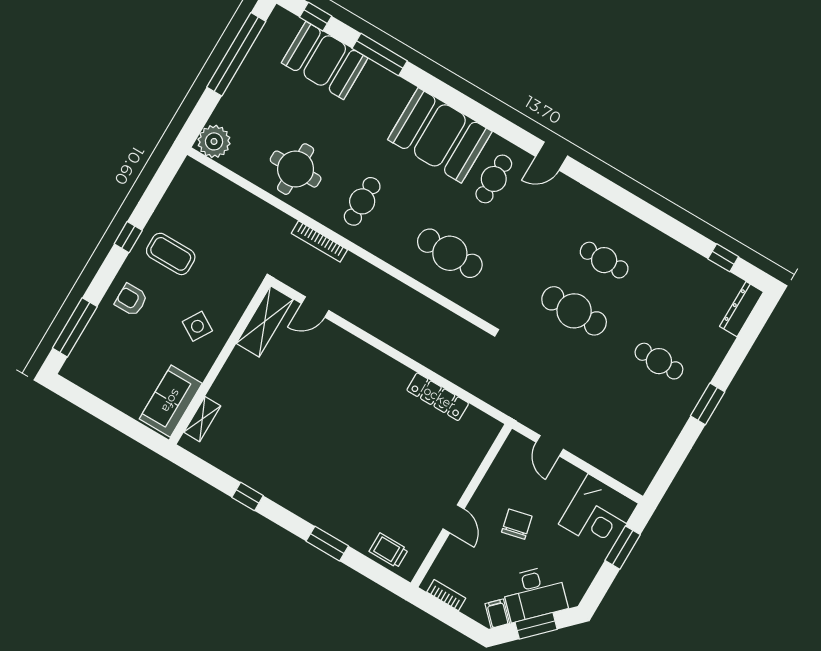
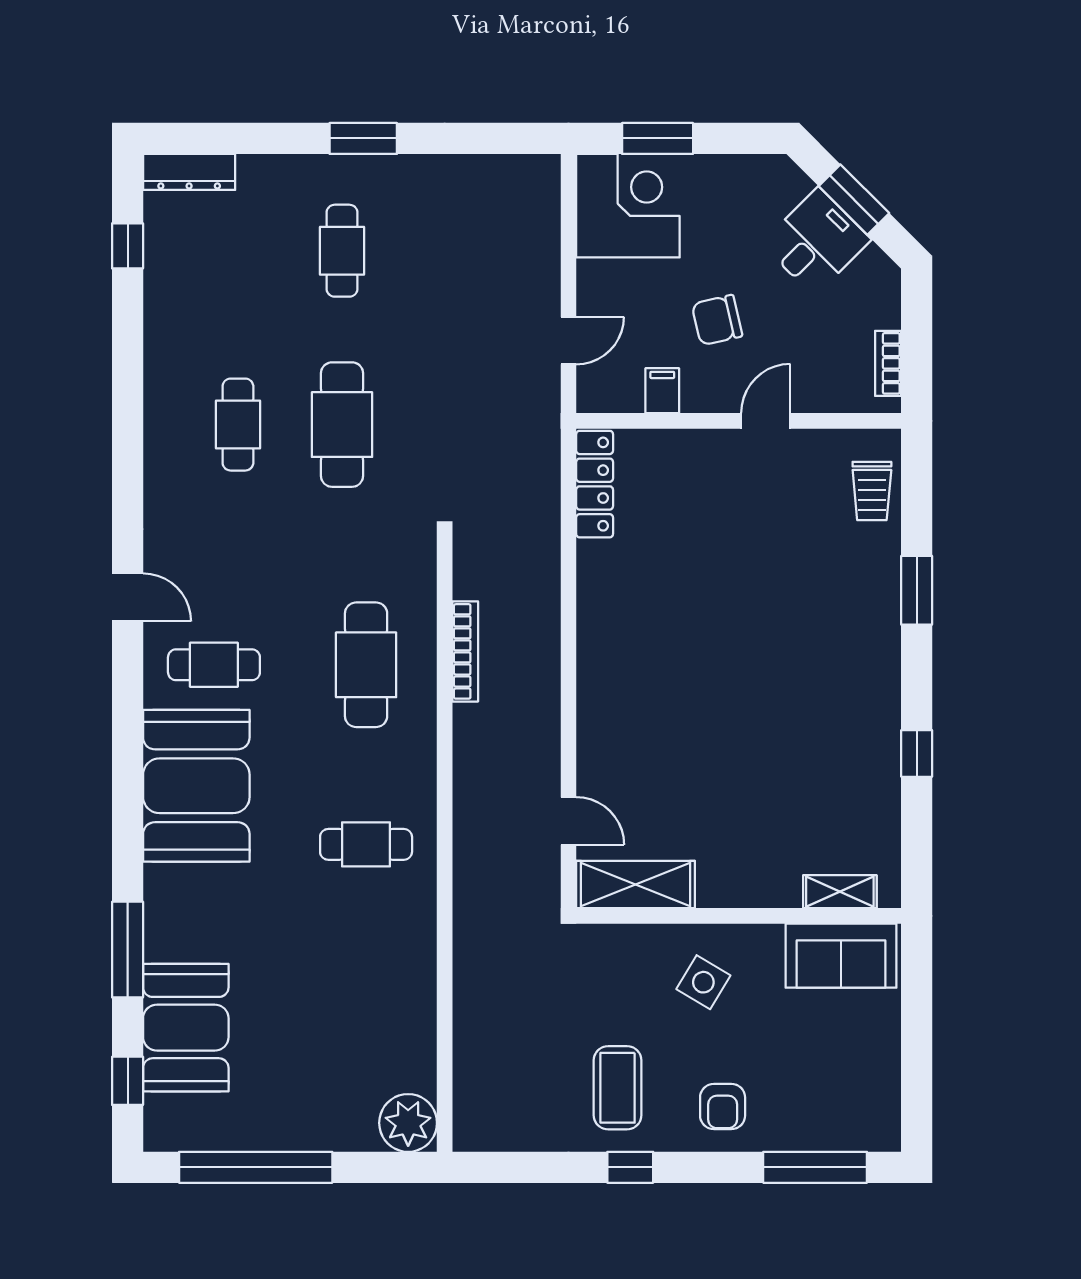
round table: (296, 169) -> (377, 974), removed
bookcase: (319, 241) -> (465, 651), moved
locker: (438, 397) -> (595, 484), moved
desk: (534, 593) -> (816, 242), width x0.73
filing cabinet: (497, 614) -> (662, 391), moved, turned 135

